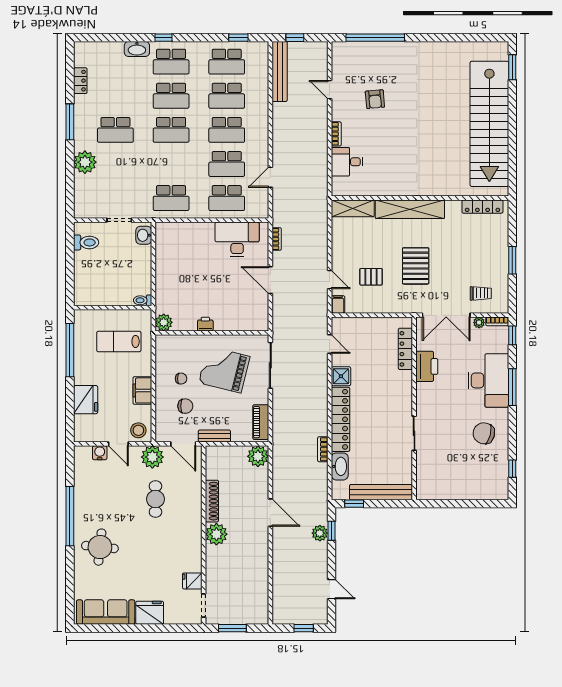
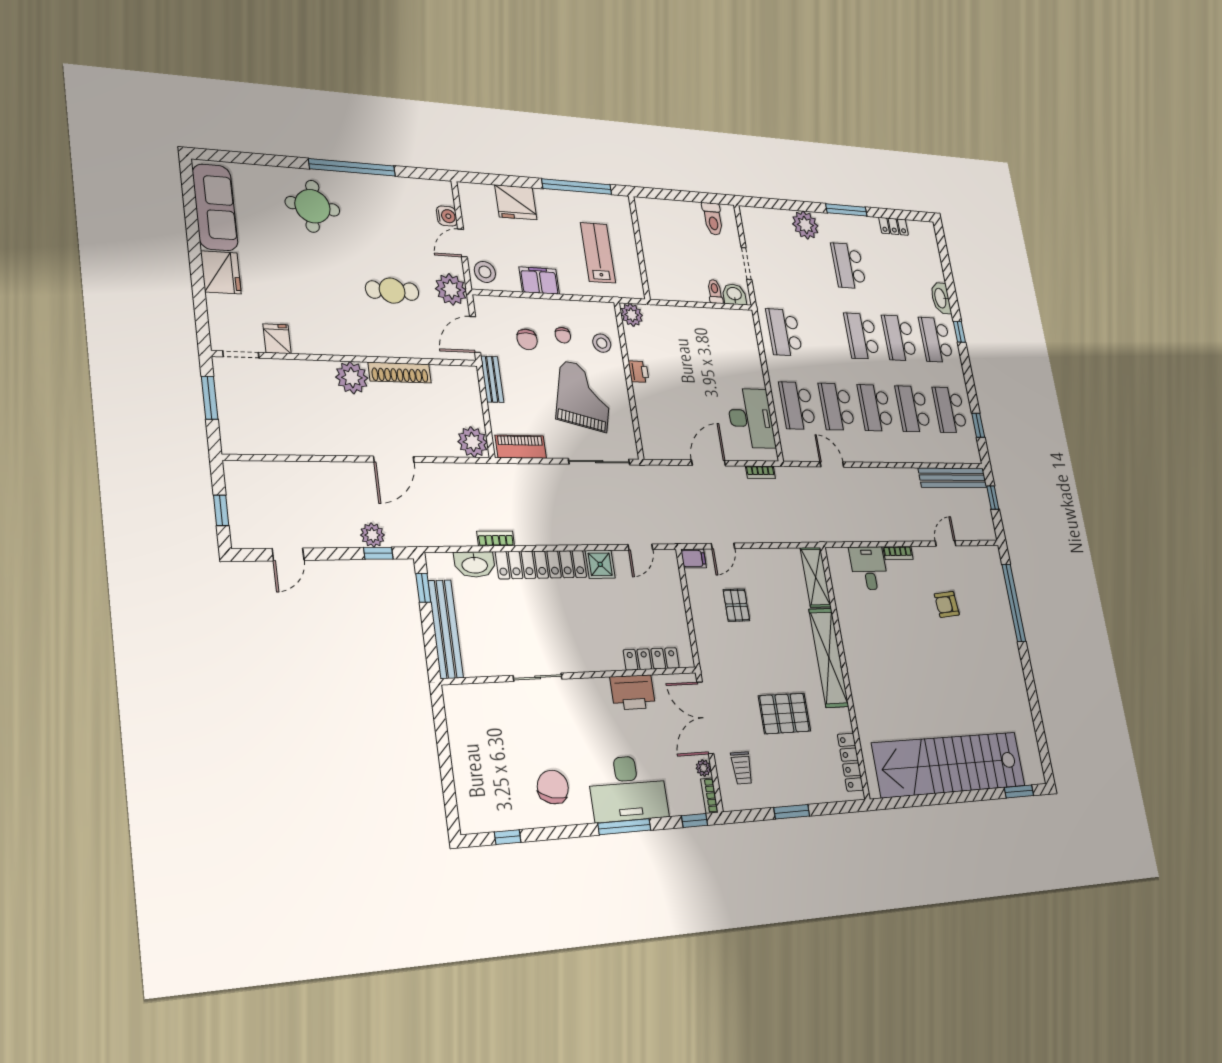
pallet: (416, 266) -> (784, 713), moved
toilet: (143, 300) -> (715, 291), moved
stool: (186, 350) -> (602, 343), added

